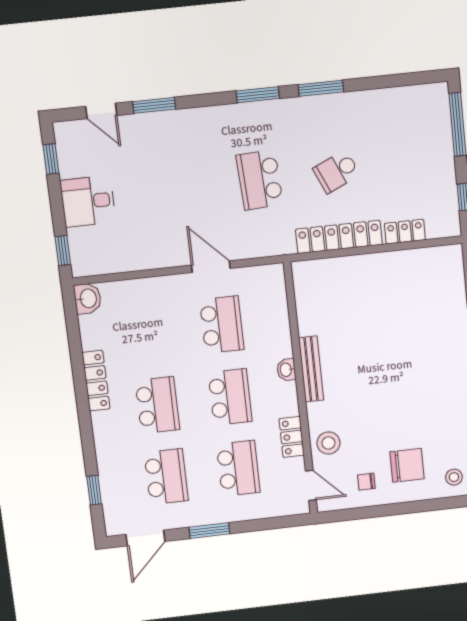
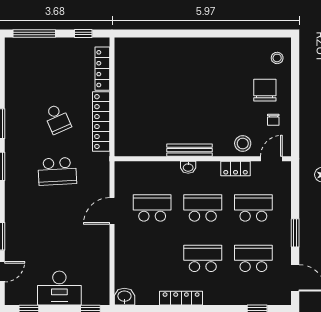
desk: (88, 201) -> (59, 288), width x1.37
locker: (405, 232) -> (102, 69), width x1.53

